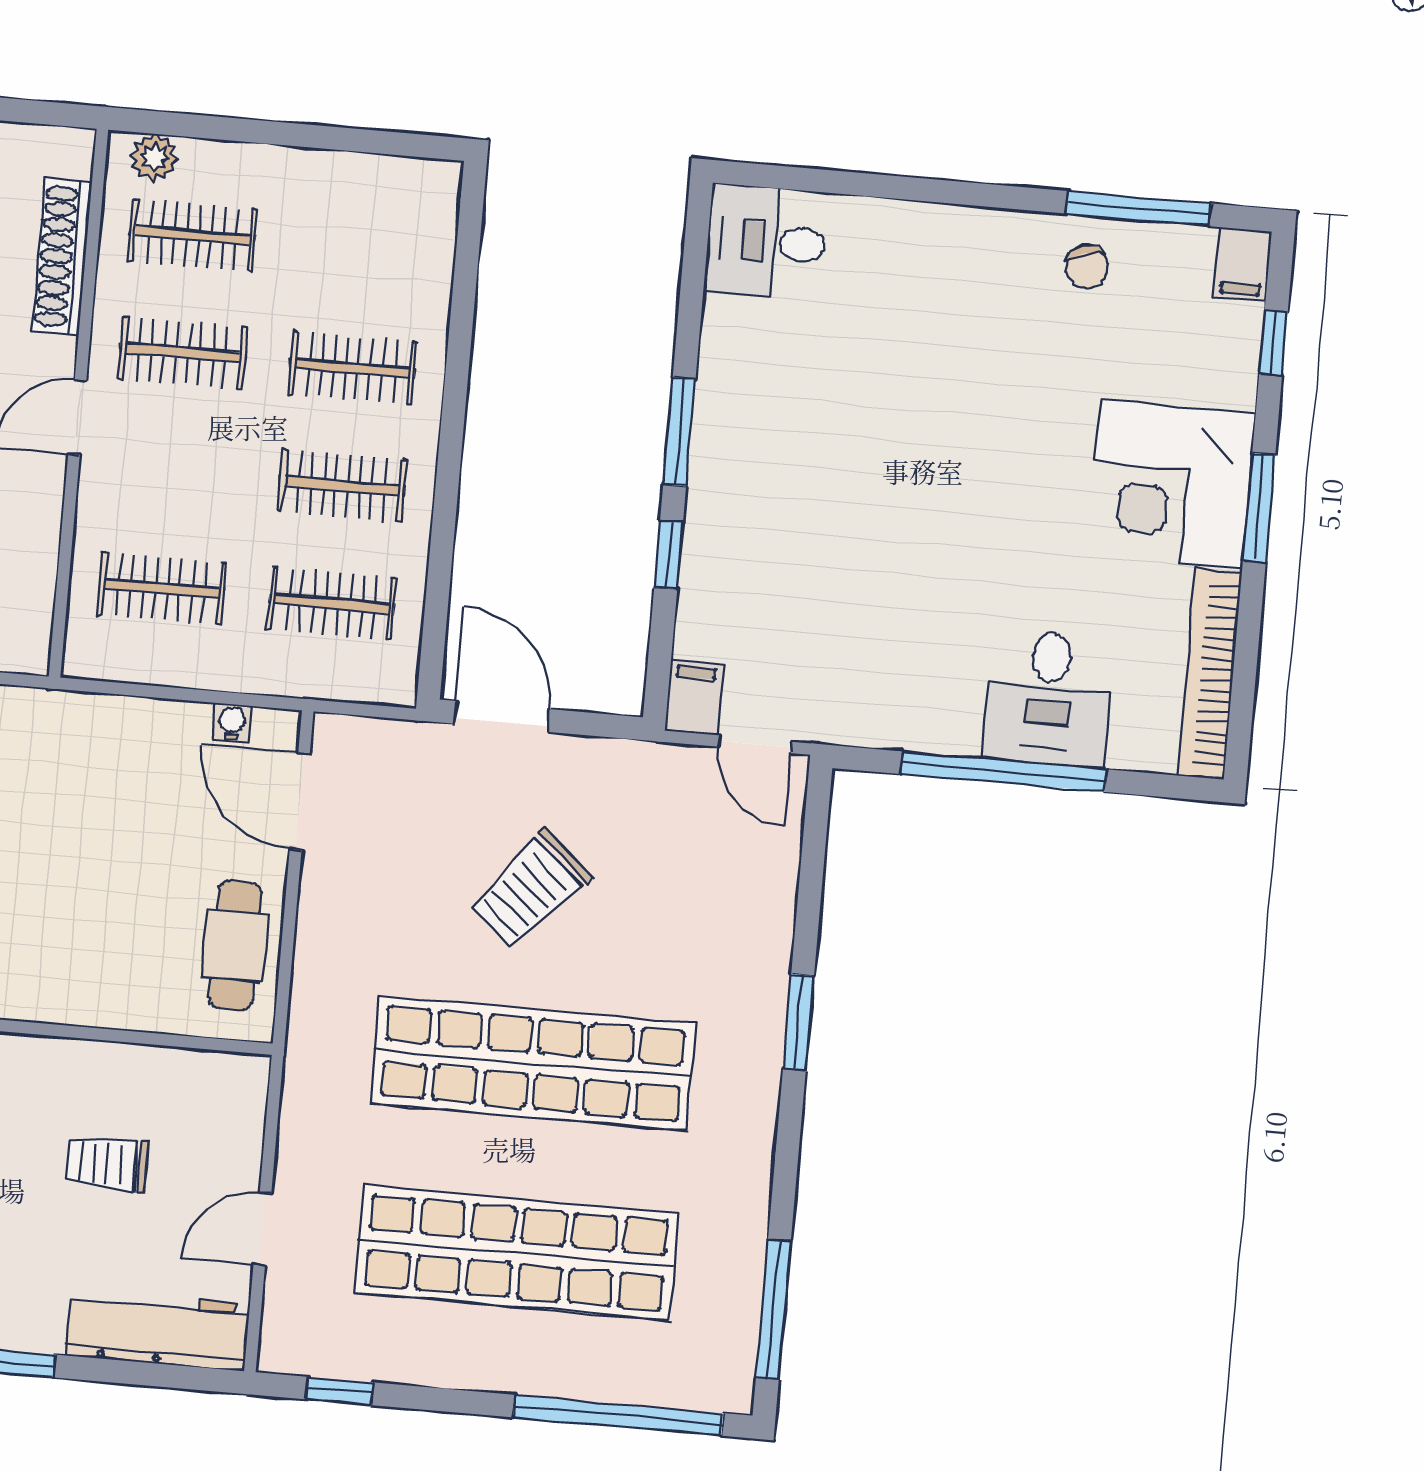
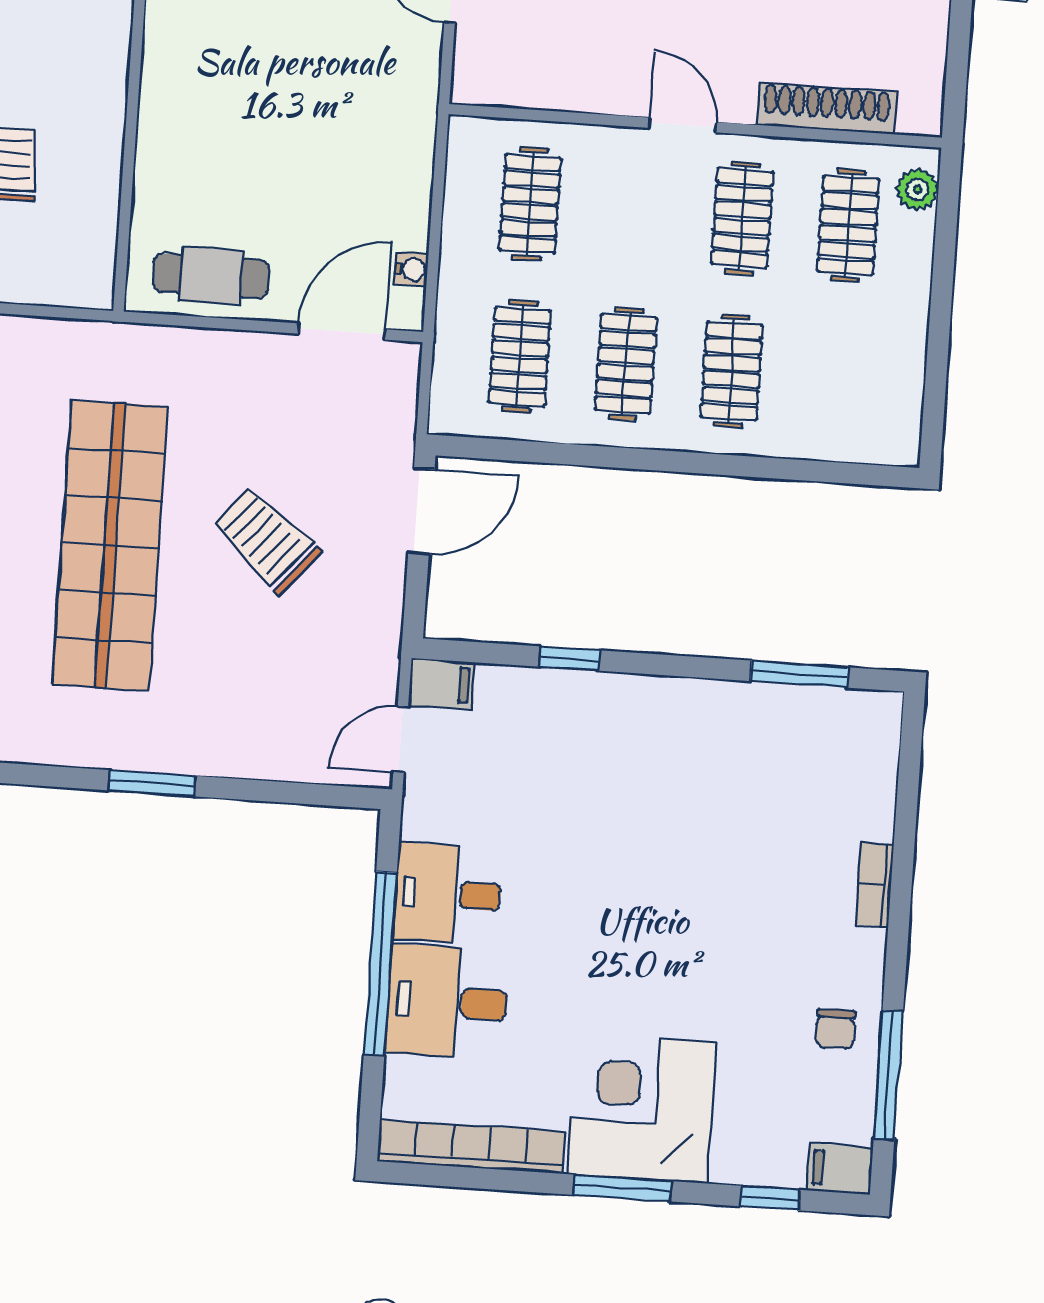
bookcase: (927, 220) -> (875, 885), added
desk: (766, 242) -> (448, 894), moved, turned -90
chair: (1087, 267) -> (835, 1029), turned -74
window: (679, 432) -> (799, 674), moved

